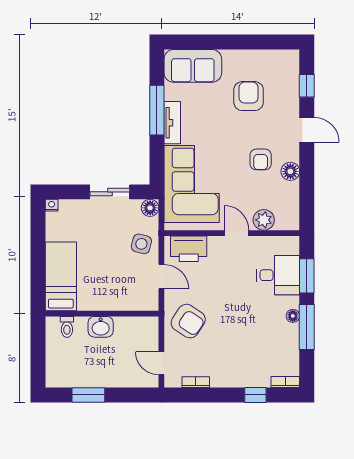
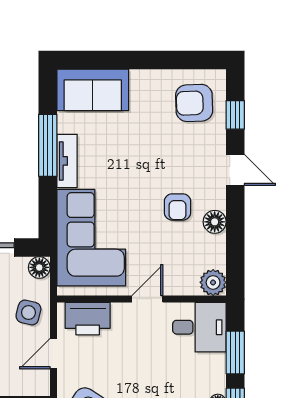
armchair: (249, 96) -> (194, 103), moved, turned -92
plant: (264, 220) -> (213, 282), moved
door: (236, 233) -> (147, 299), hinge flipped
desk: (278, 275) -> (199, 327), moved
door: (161, 277) -> (53, 354), swing flipped

